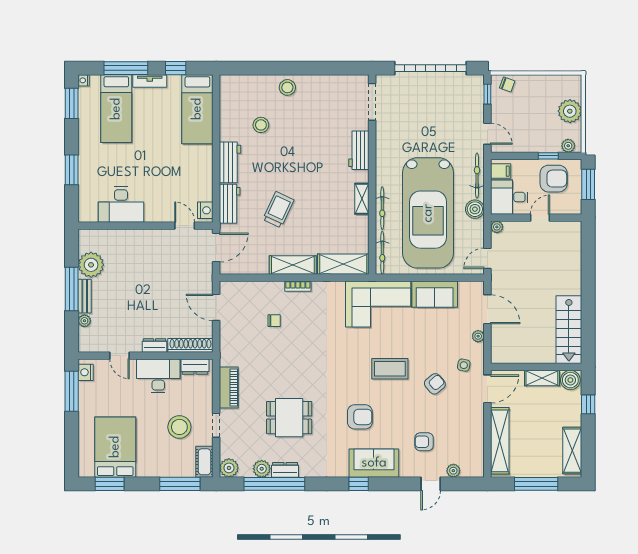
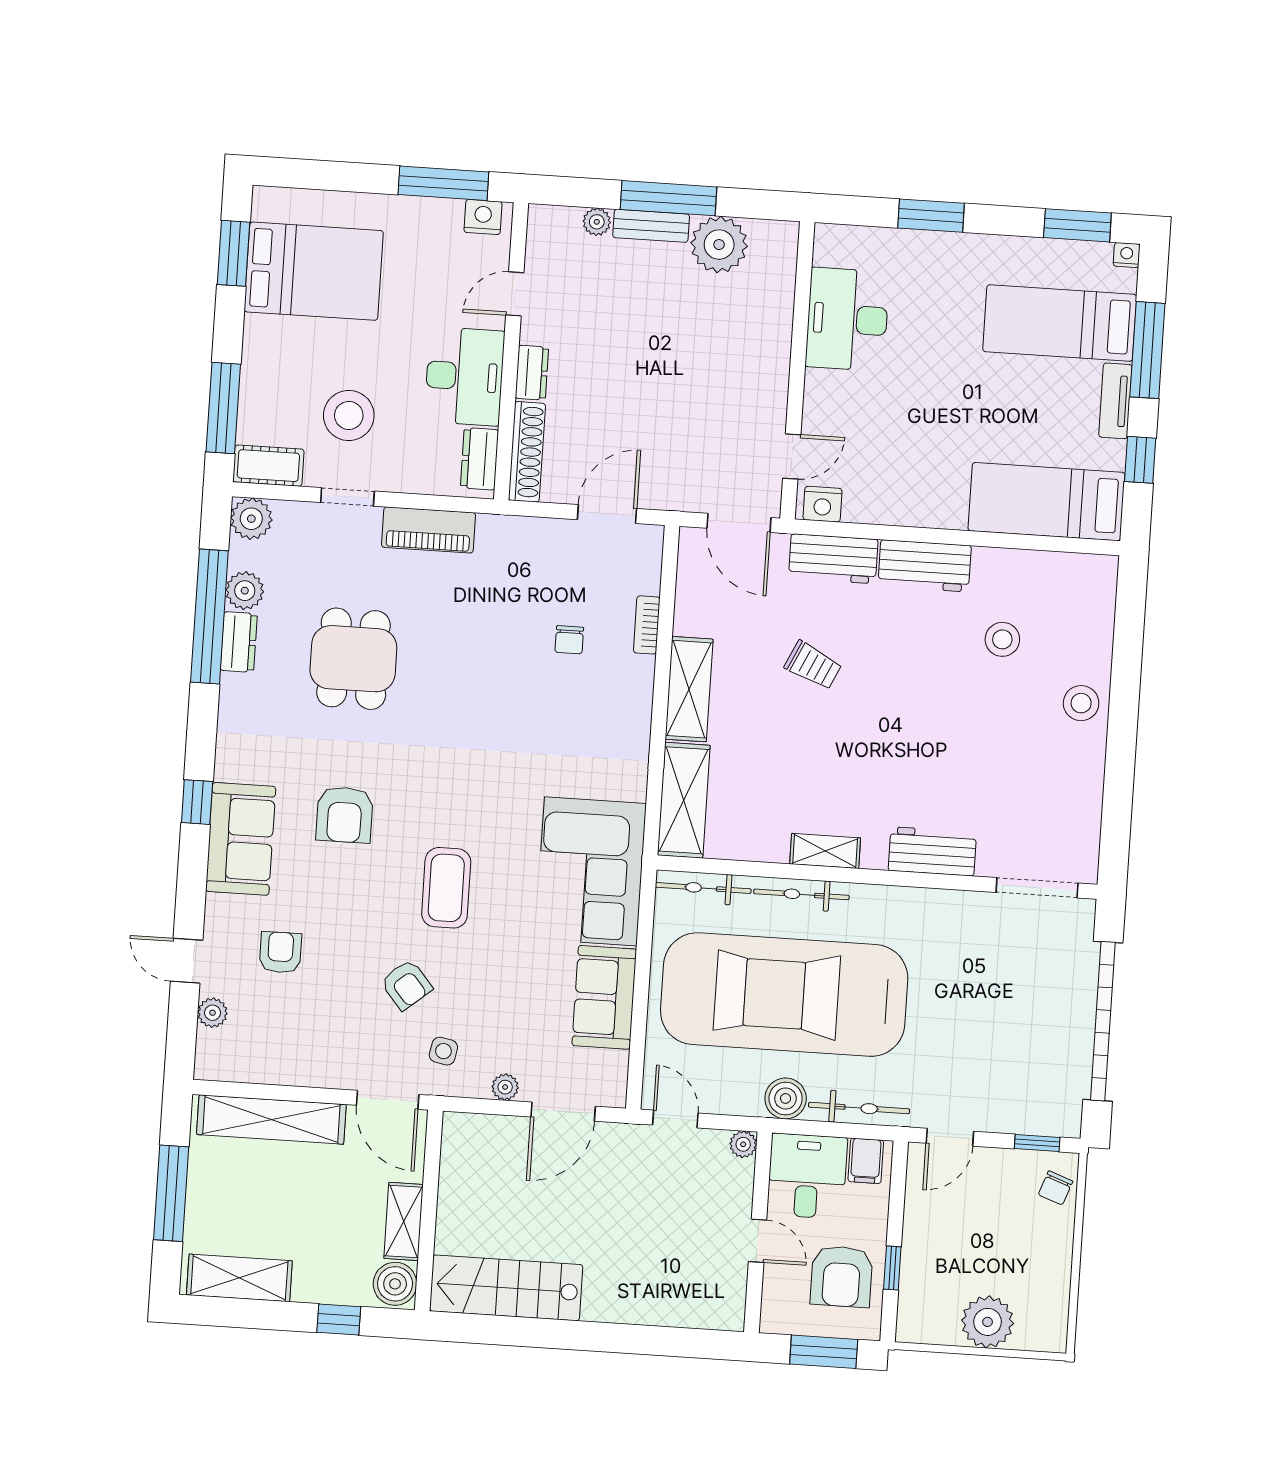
plant: (568, 146) -> (912, 1313), removed
trolley: (278, 210) -> (813, 665), width x0.73, depth x0.72
bookcase: (298, 286) -> (647, 625), moved

